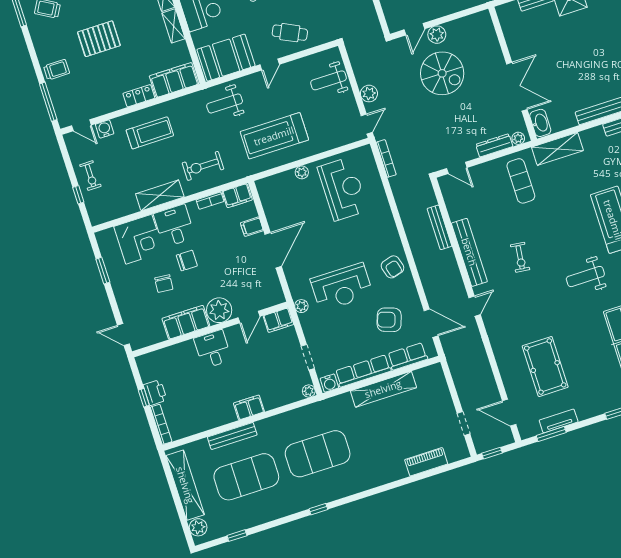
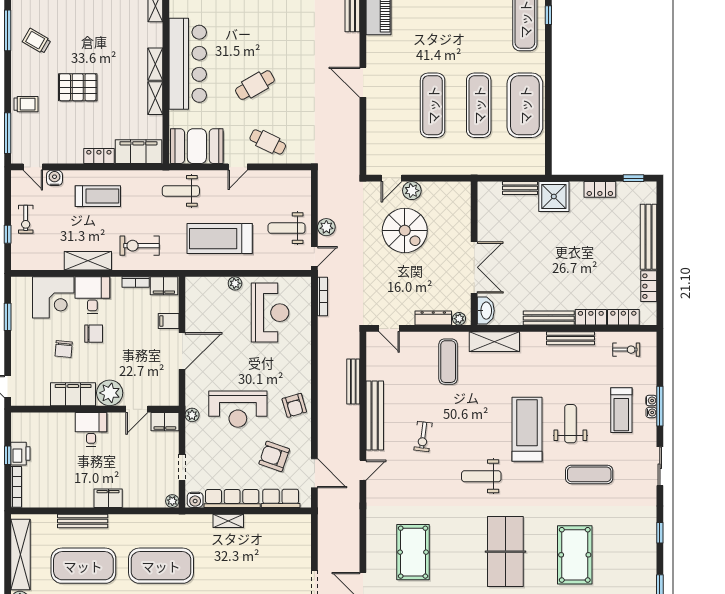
weight bench: (328, 80) -> (287, 228), moved
shelving: (383, 389) -> (228, 521), width x0.45, depth x0.75

